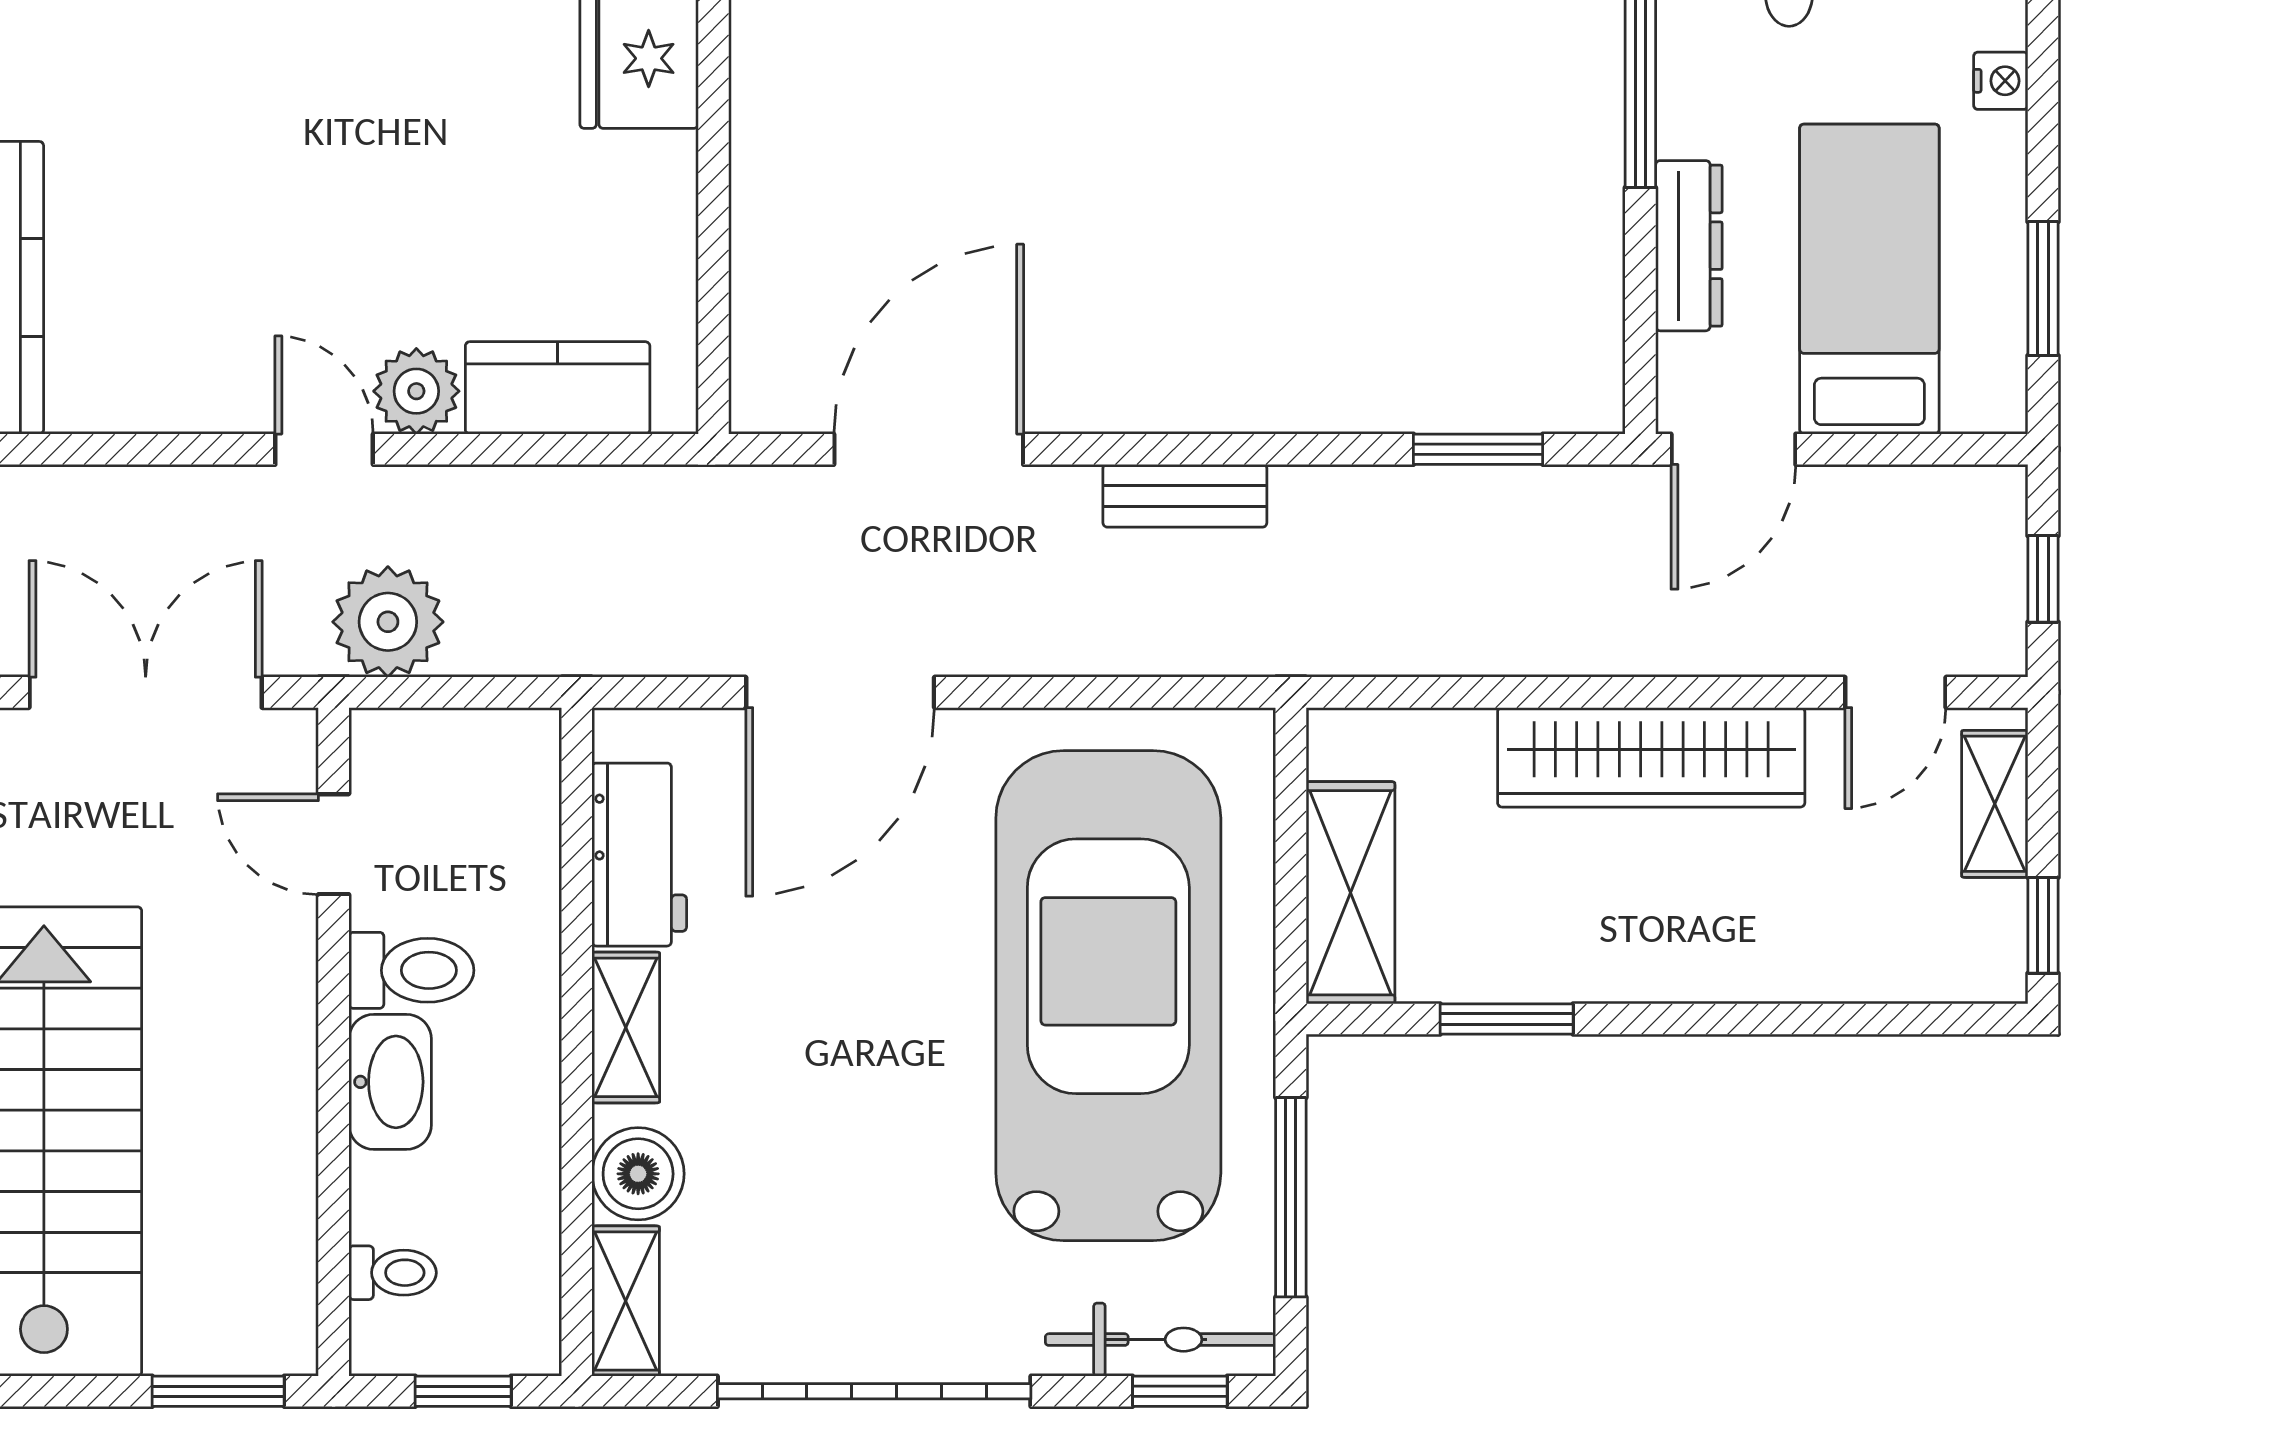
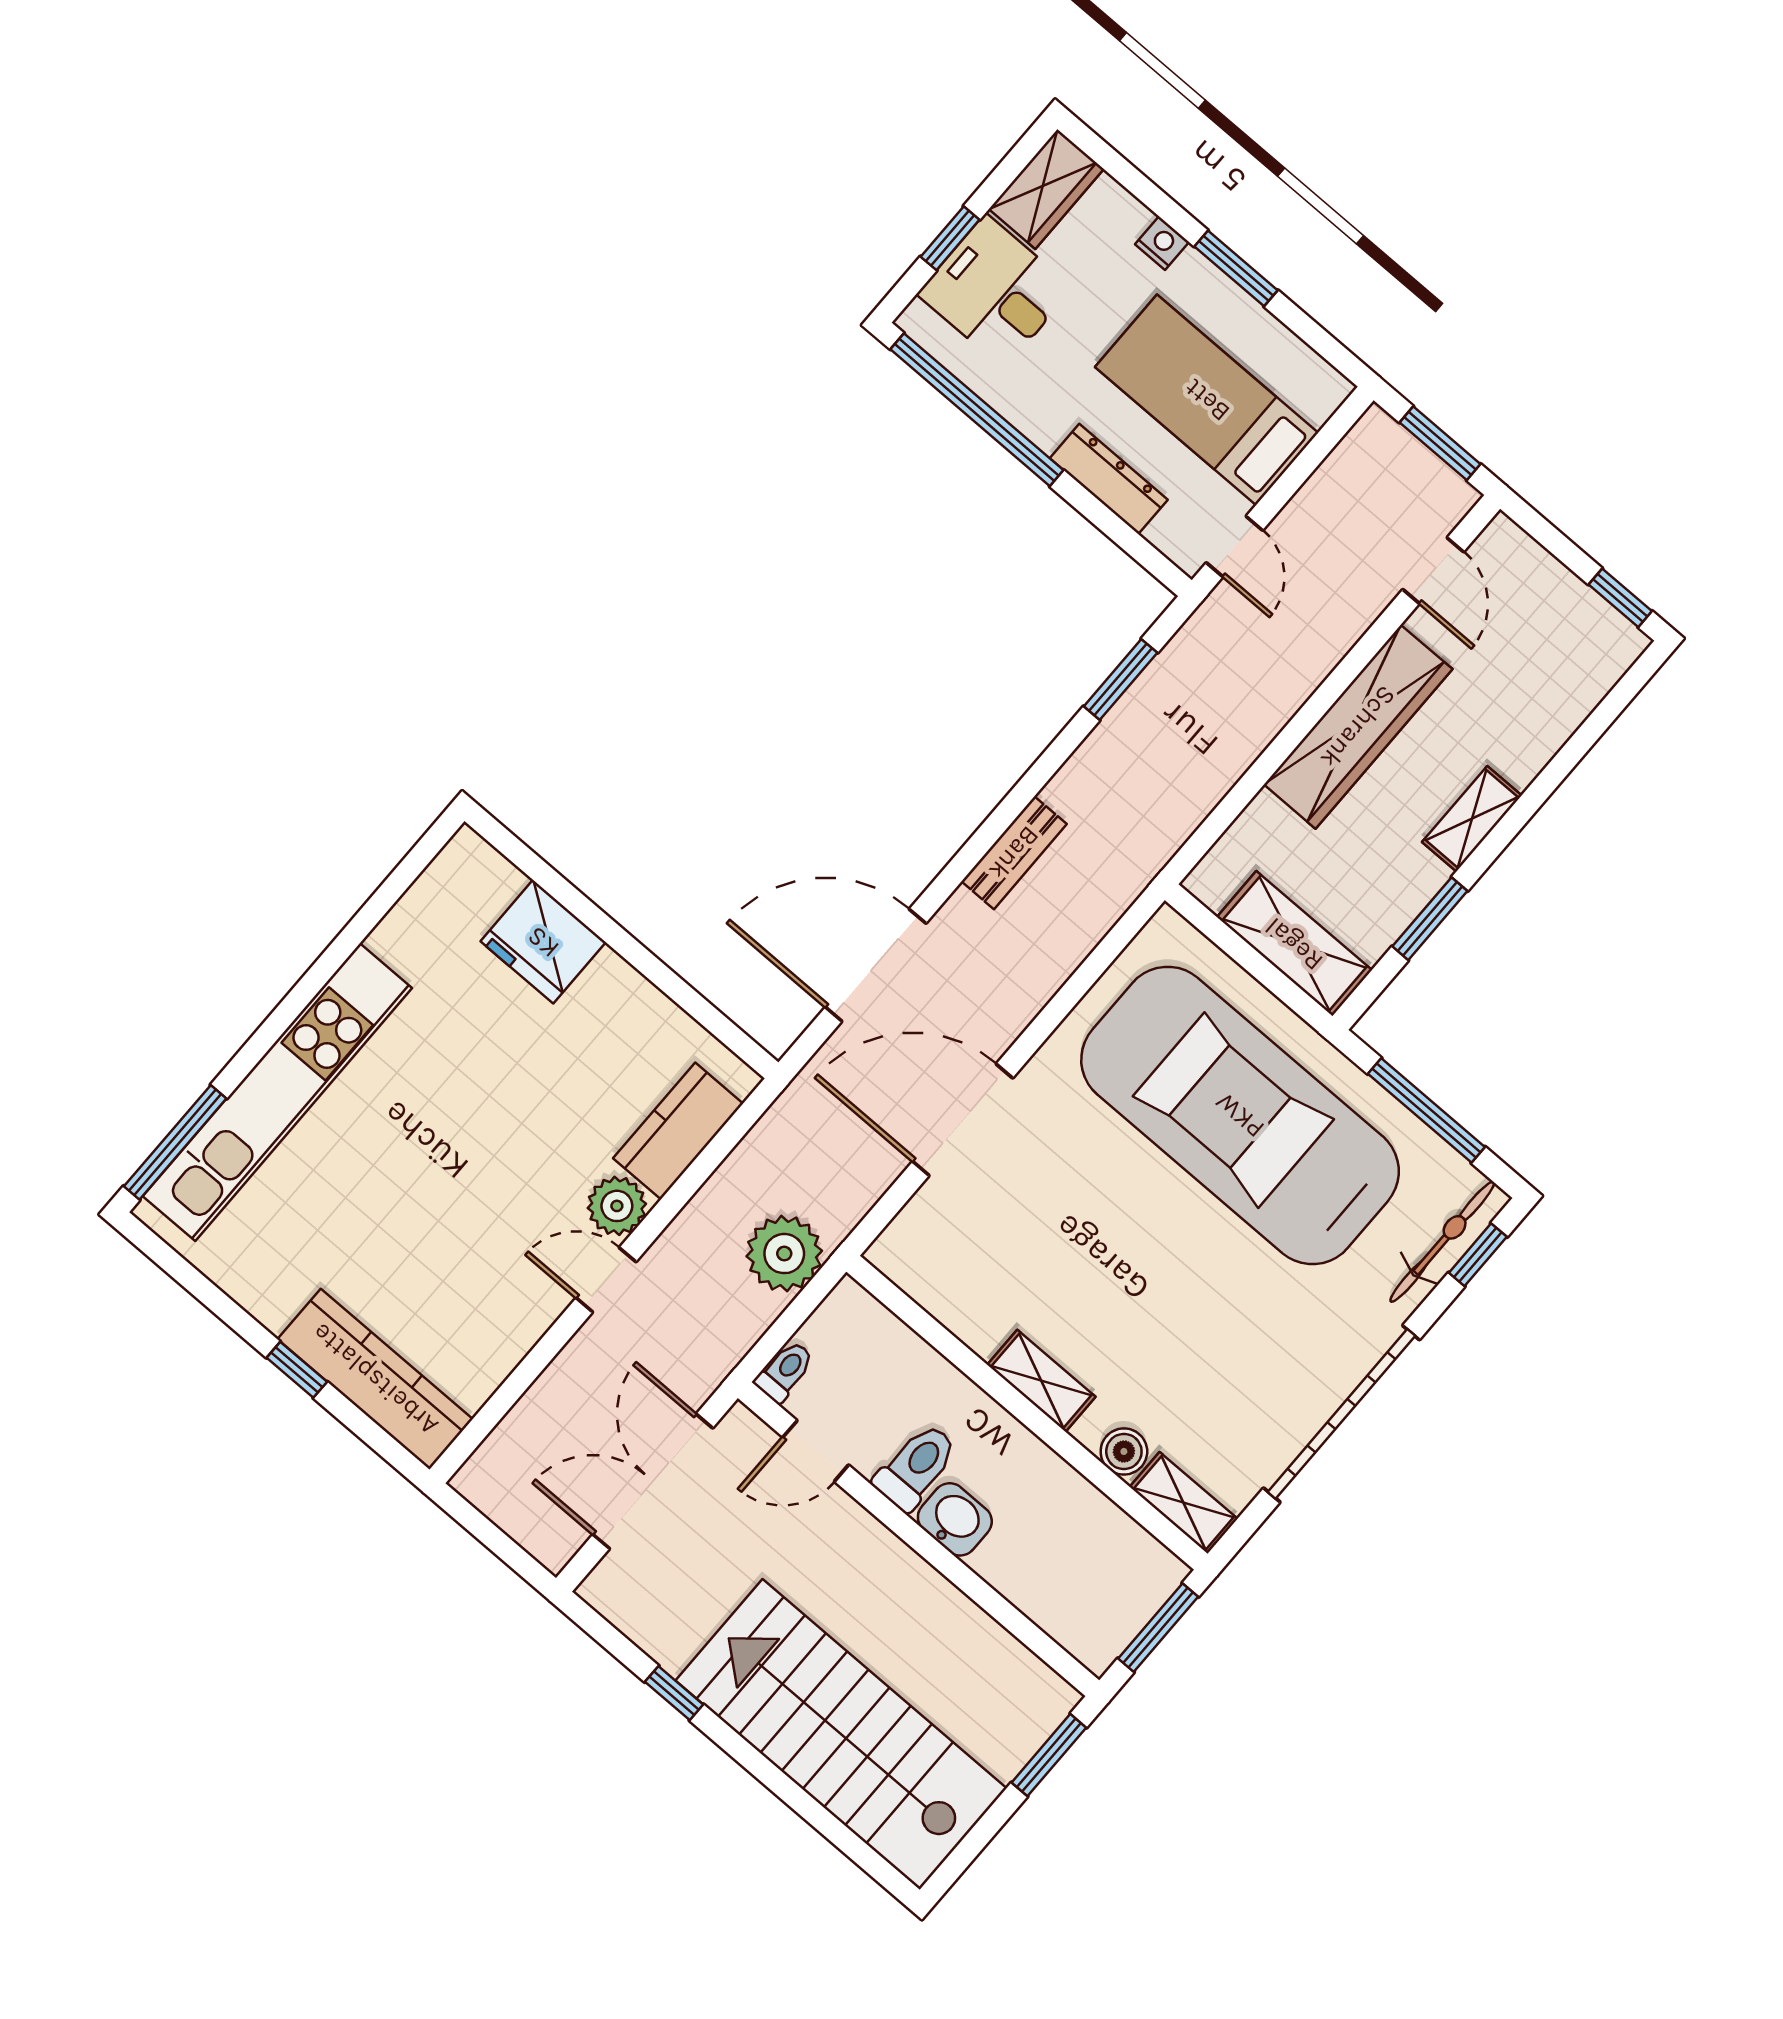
window: (2043, 289) -> (1236, 268), moved
door: (929, 449) -> (876, 965), hinge flipped
door: (1733, 449) -> (1234, 547), width x0.73
window: (2043, 579) -> (1440, 443), width x1.50
plant: (388, 622) -> (784, 1254), moved
door: (840, 692) -> (963, 1120), swing flipped
shelving: (1995, 804) -> (1472, 819), moved, turned 90
workbench: (639, 855) -> (957, 1297), removed
washbasin: (390, 1082) -> (955, 1519), width x0.72
boiler: (638, 1174) -> (1124, 1451), width x0.73, depth x0.73
toilet: (393, 1273) -> (785, 1371), moved
window: (463, 1391) -> (1158, 1628), width x1.50

